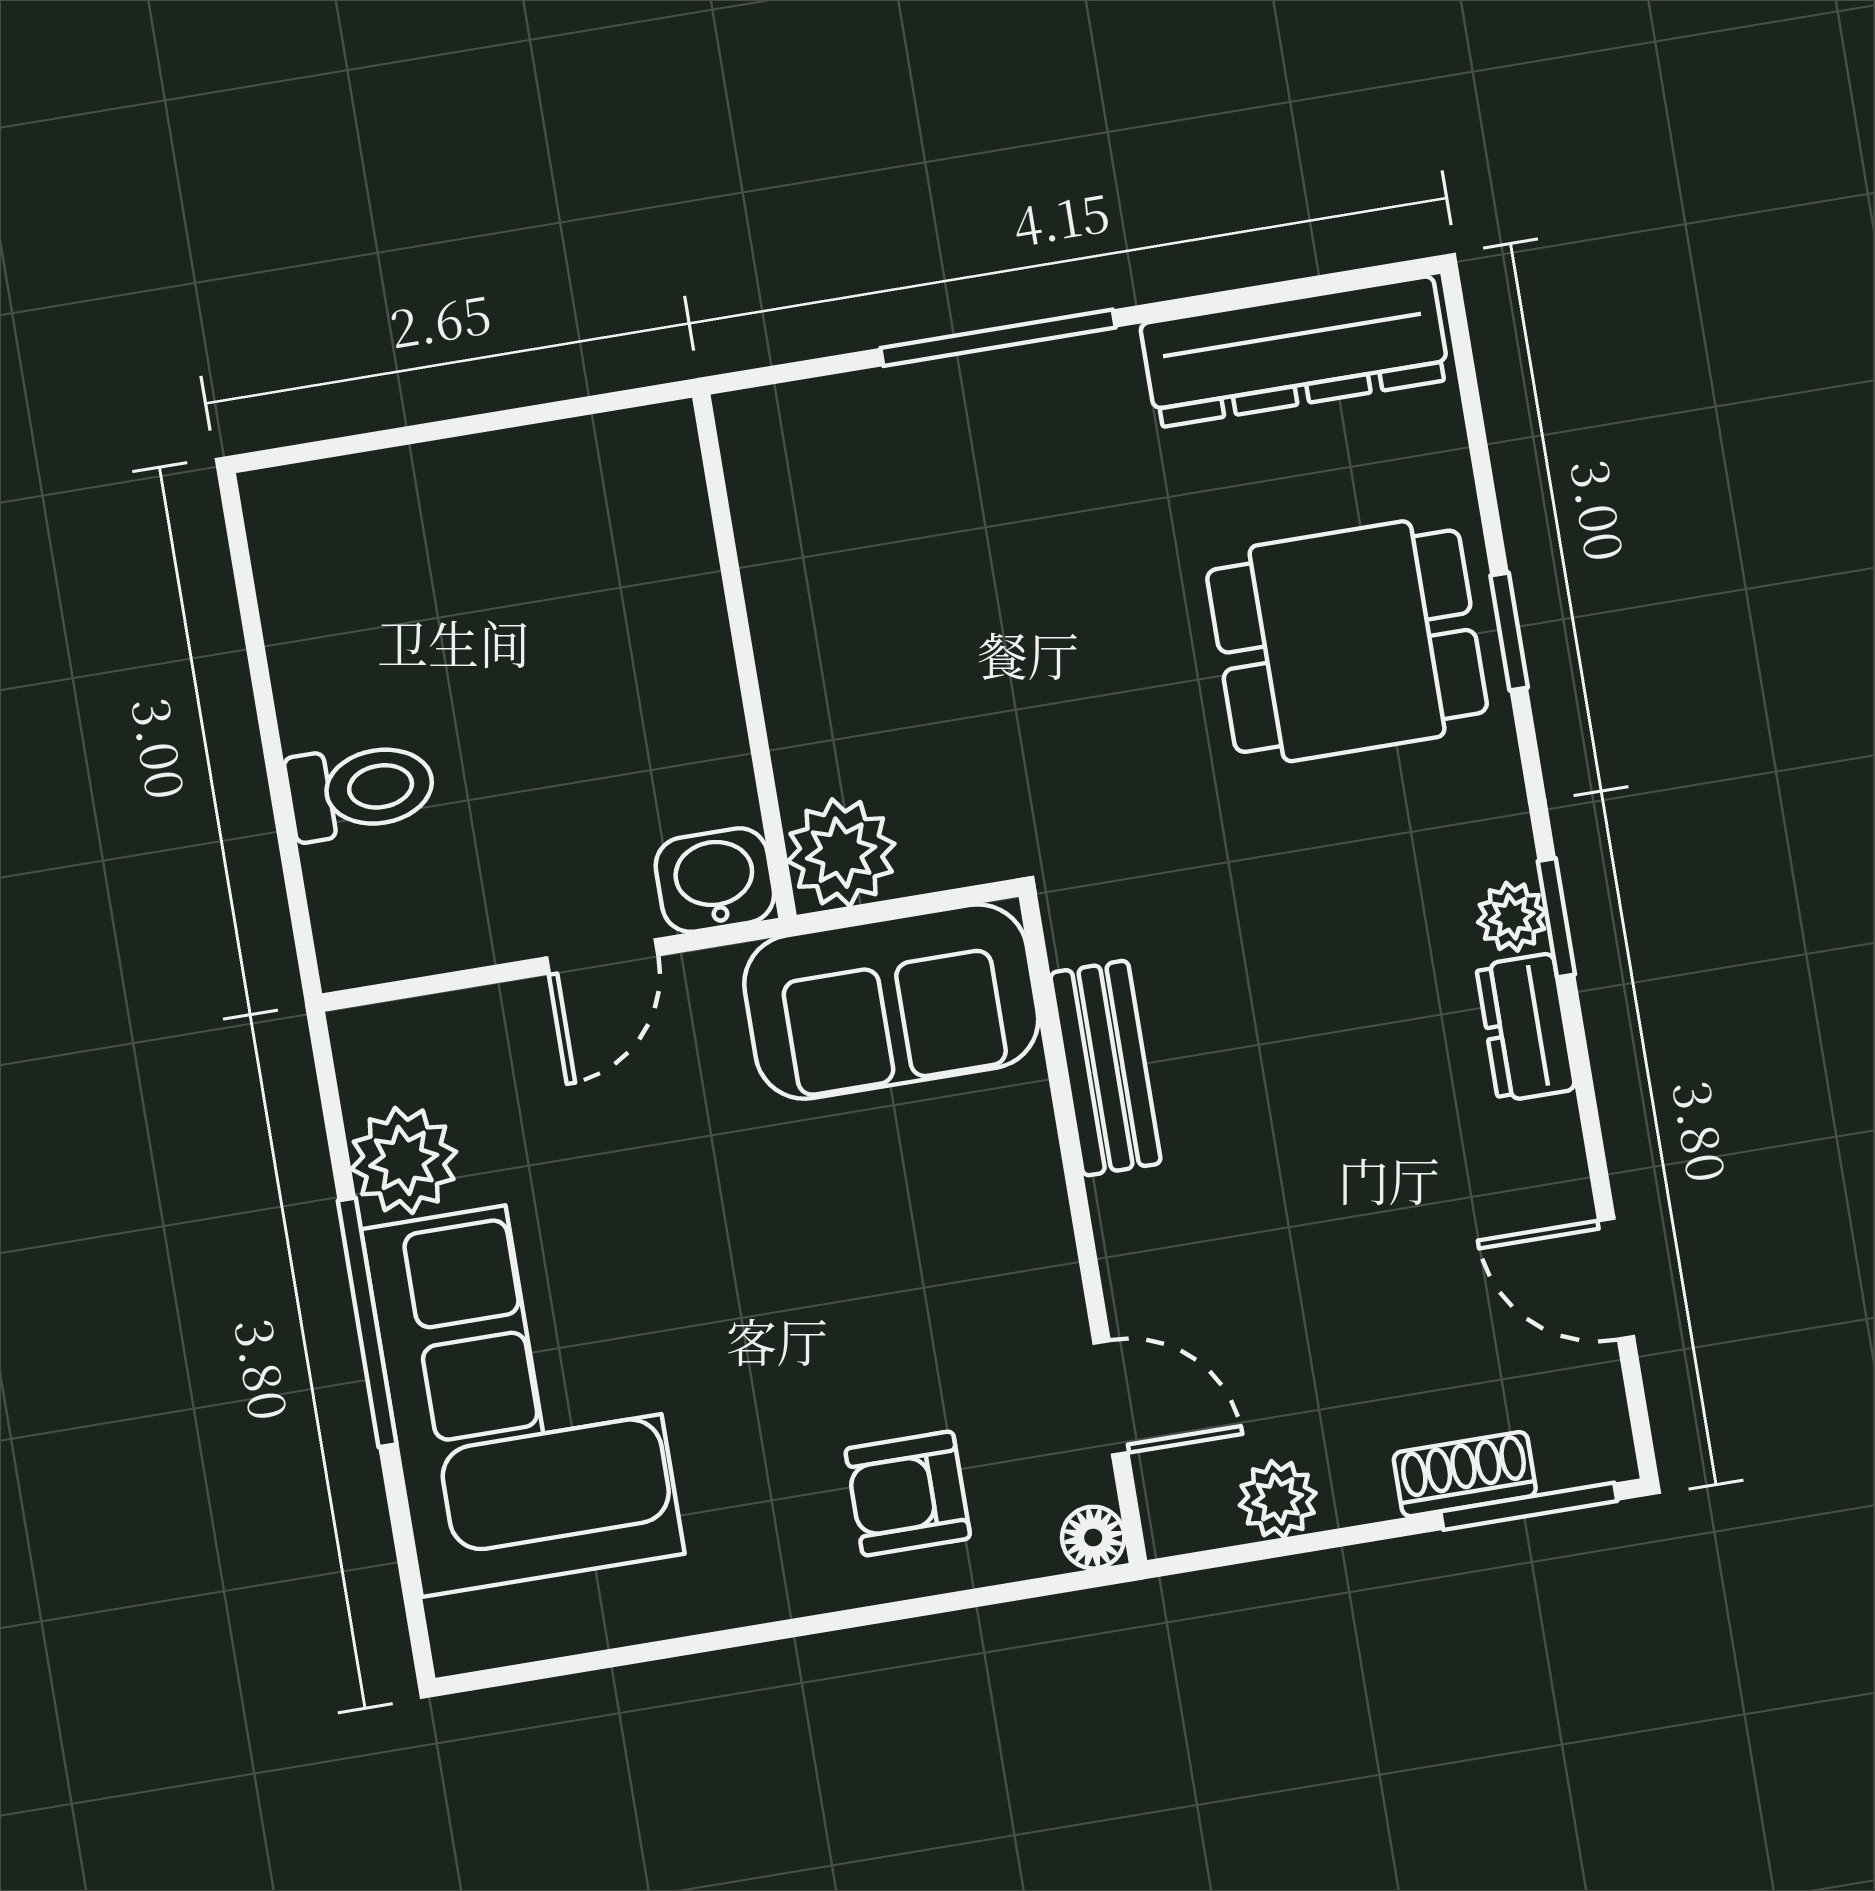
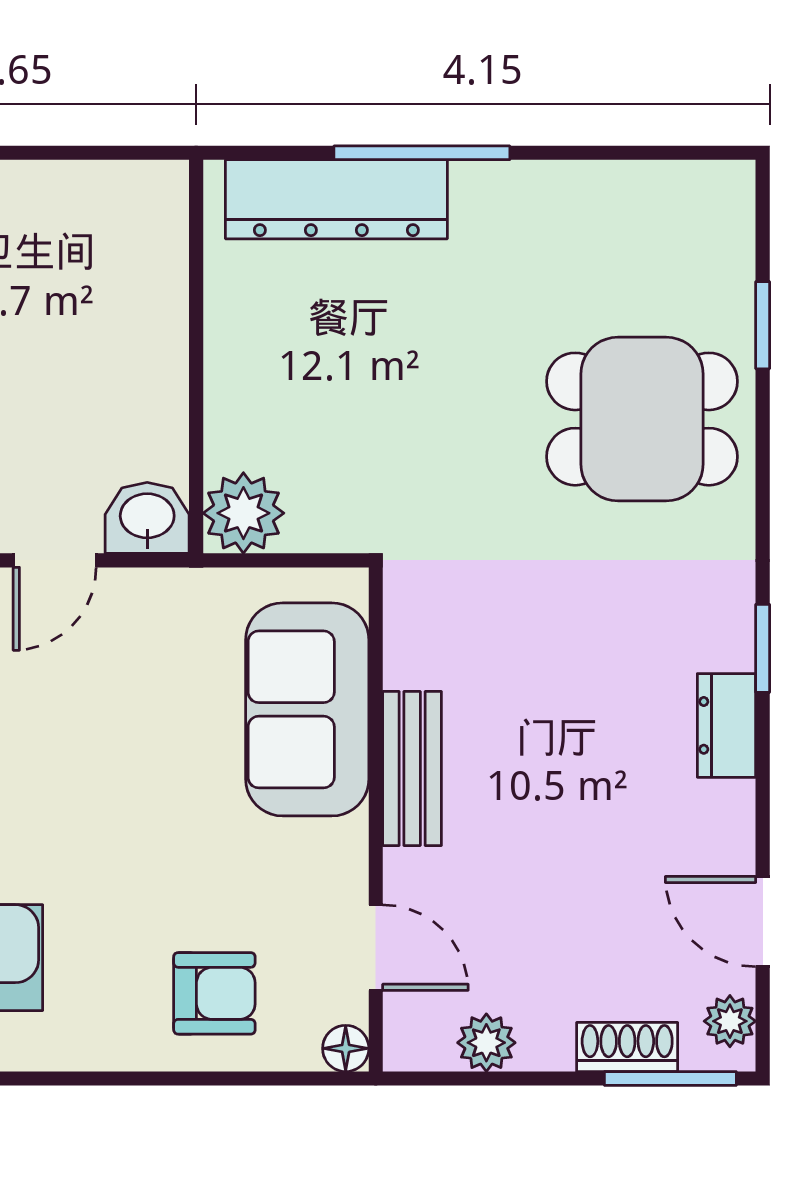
dresser: (1295, 352) -> (336, 199), moved
window: (1509, 632) -> (763, 325), moved
plant: (1512, 917) -> (730, 1021), moved
sofa: (891, 1002) -> (307, 709), moved, turned 90
bench: (1106, 1068) -> (412, 769), moved
armchair: (908, 1493) -> (214, 993), turned 180

